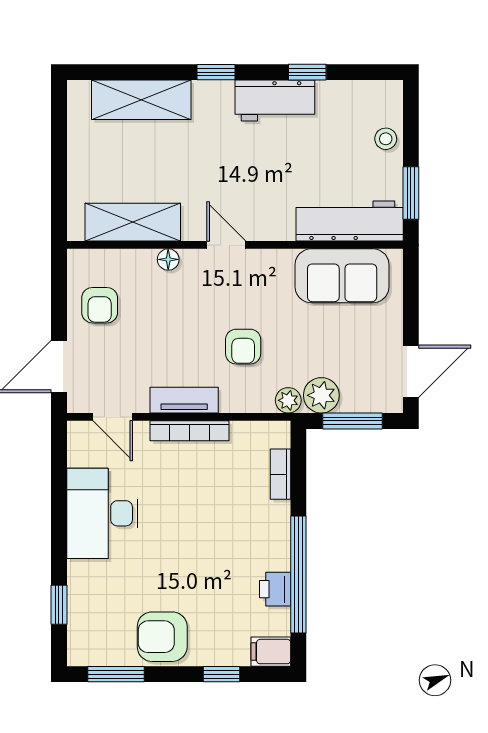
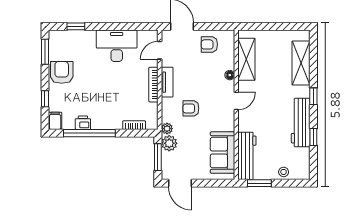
workbench: (275, 100) -> (301, 123), width x1.38

